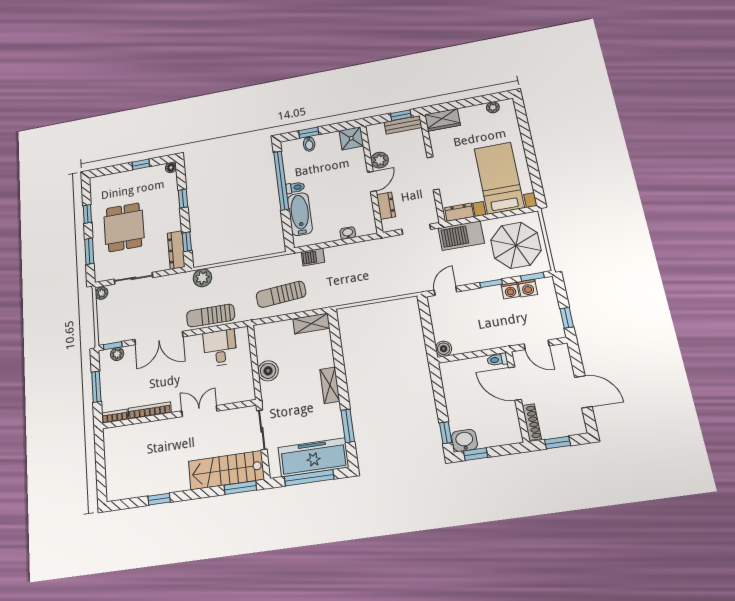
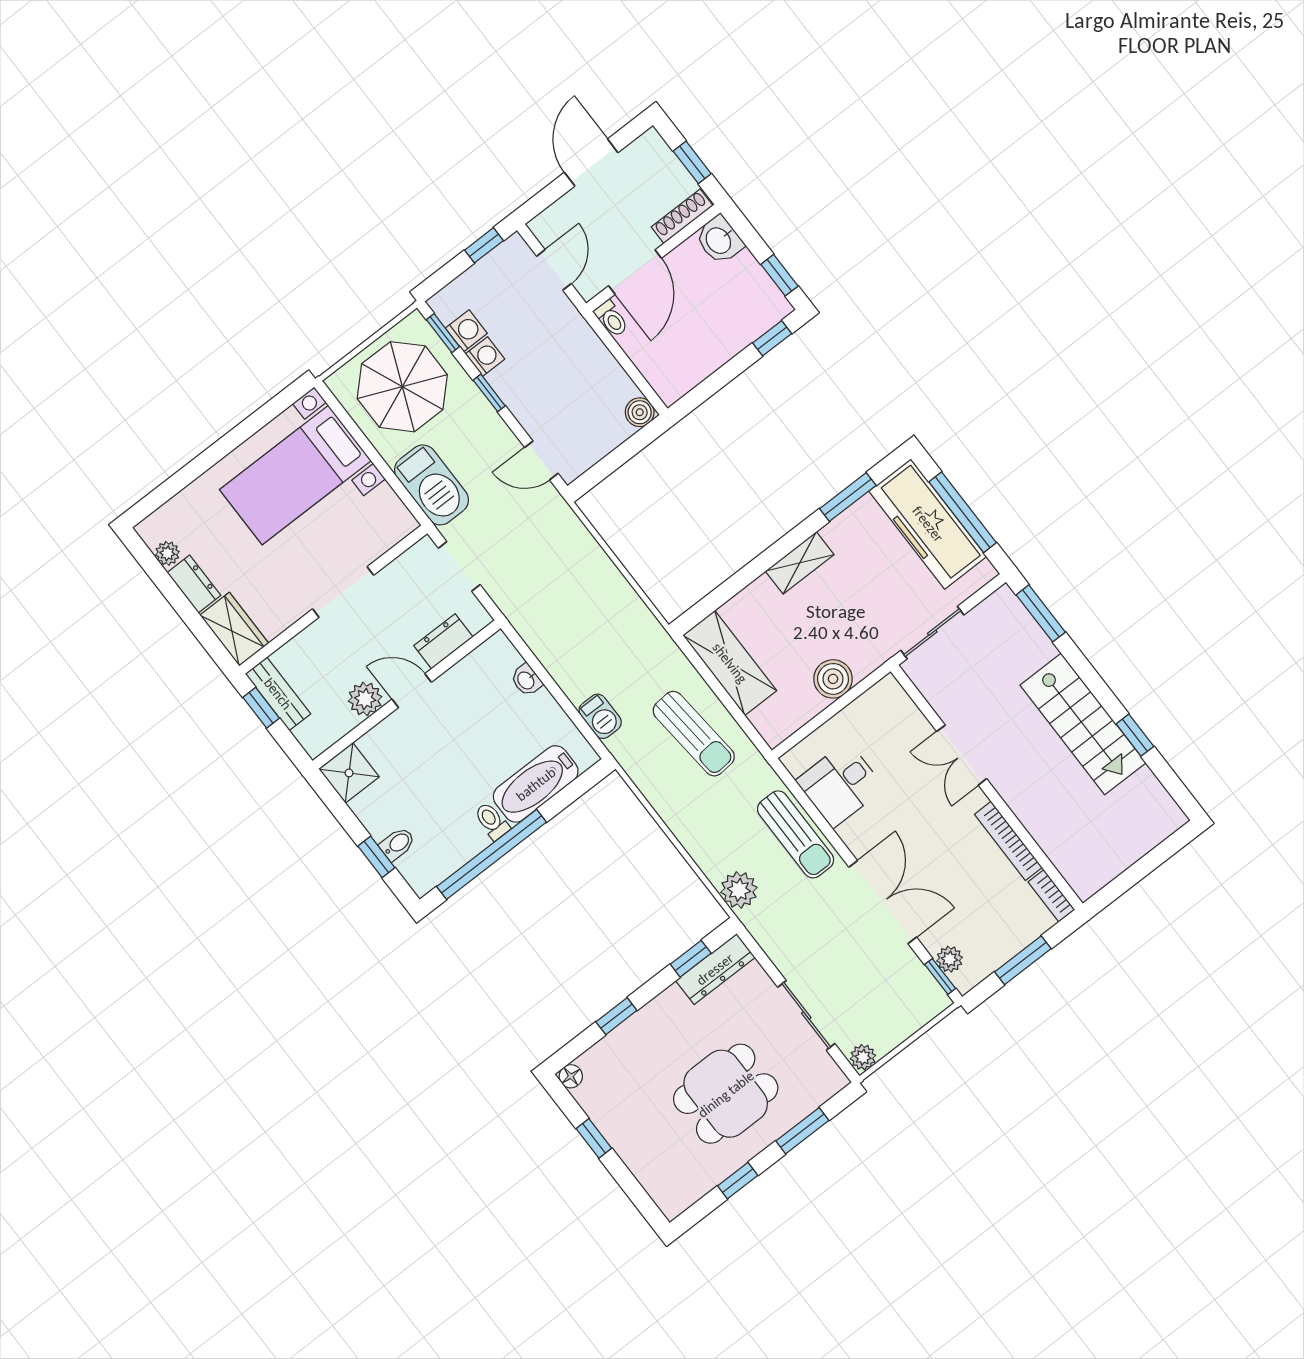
dresser: (459, 212) -> (194, 584), moved, turned 180
shelving: (311, 323) -> (730, 663), width x1.50, depth x1.33
washbasin: (464, 440) -> (719, 240), moved
stairs: (226, 470) -> (1083, 724), moved

